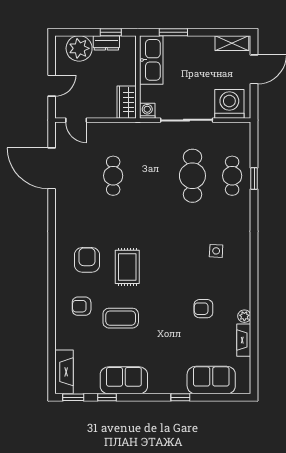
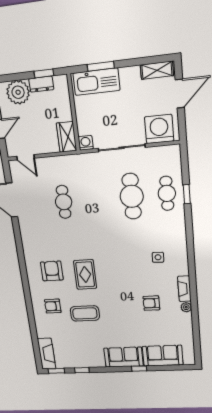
kitchen sink: (151, 60) -> (96, 82), moved, turned 90
fireplace: (244, 340) -> (184, 289), moved
sofa: (124, 380) -> (124, 357), moved

